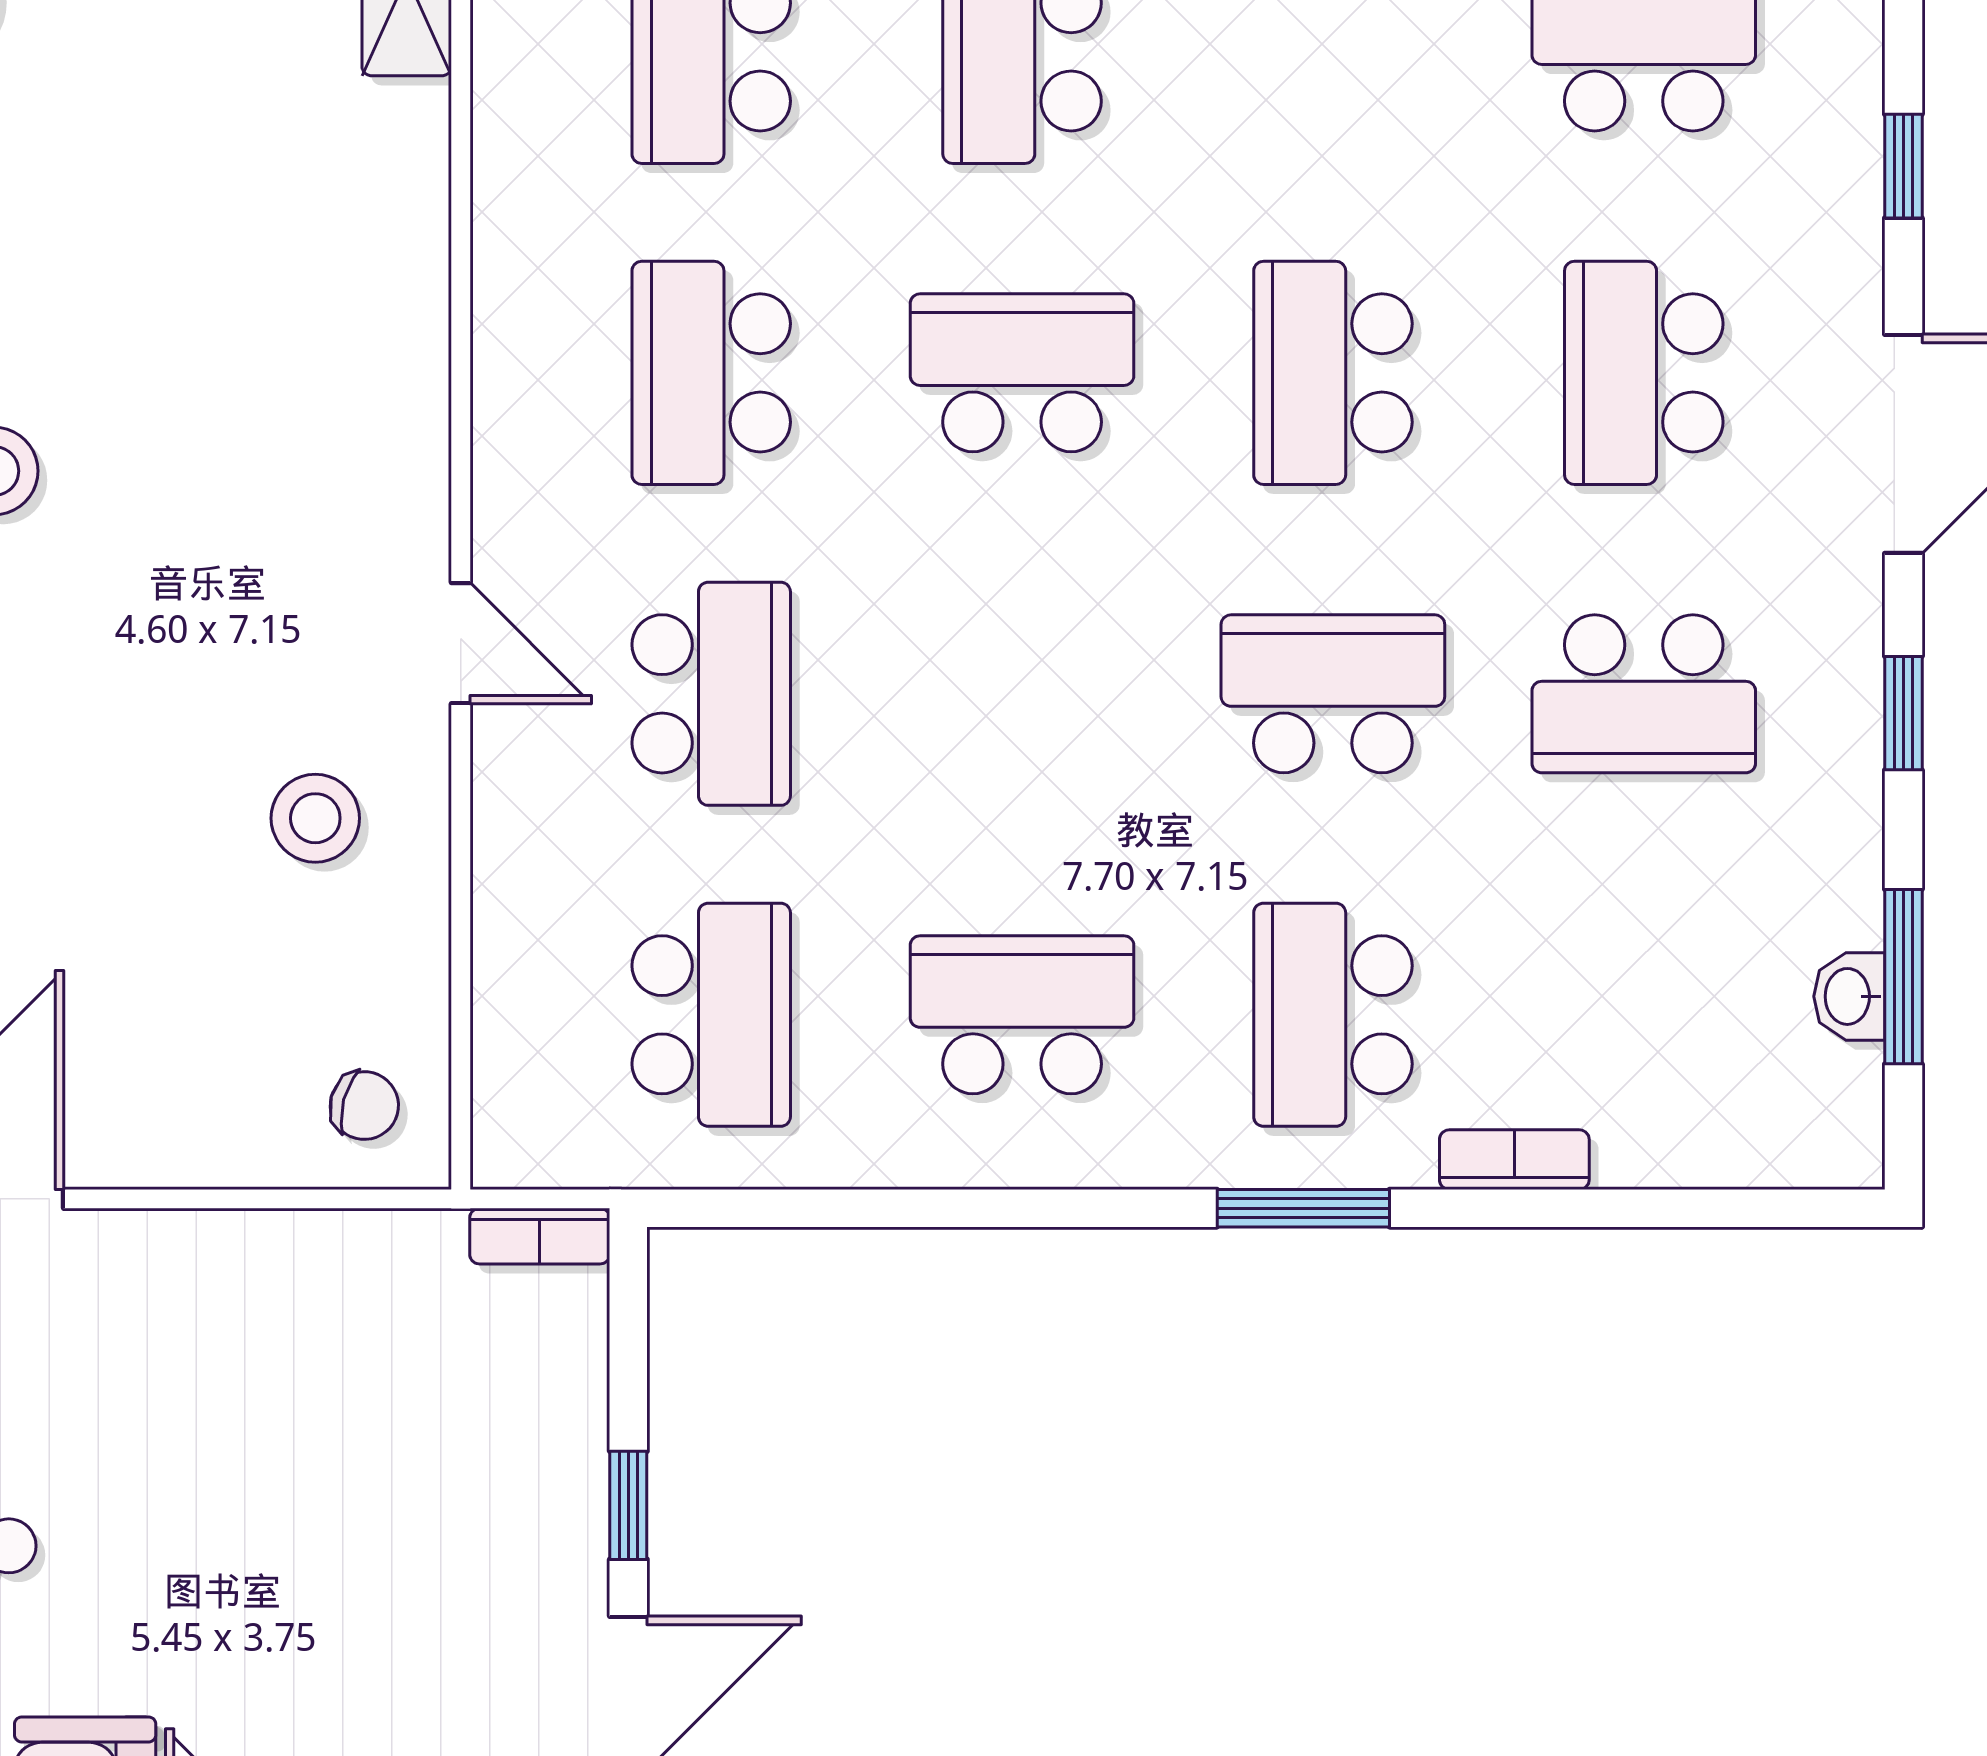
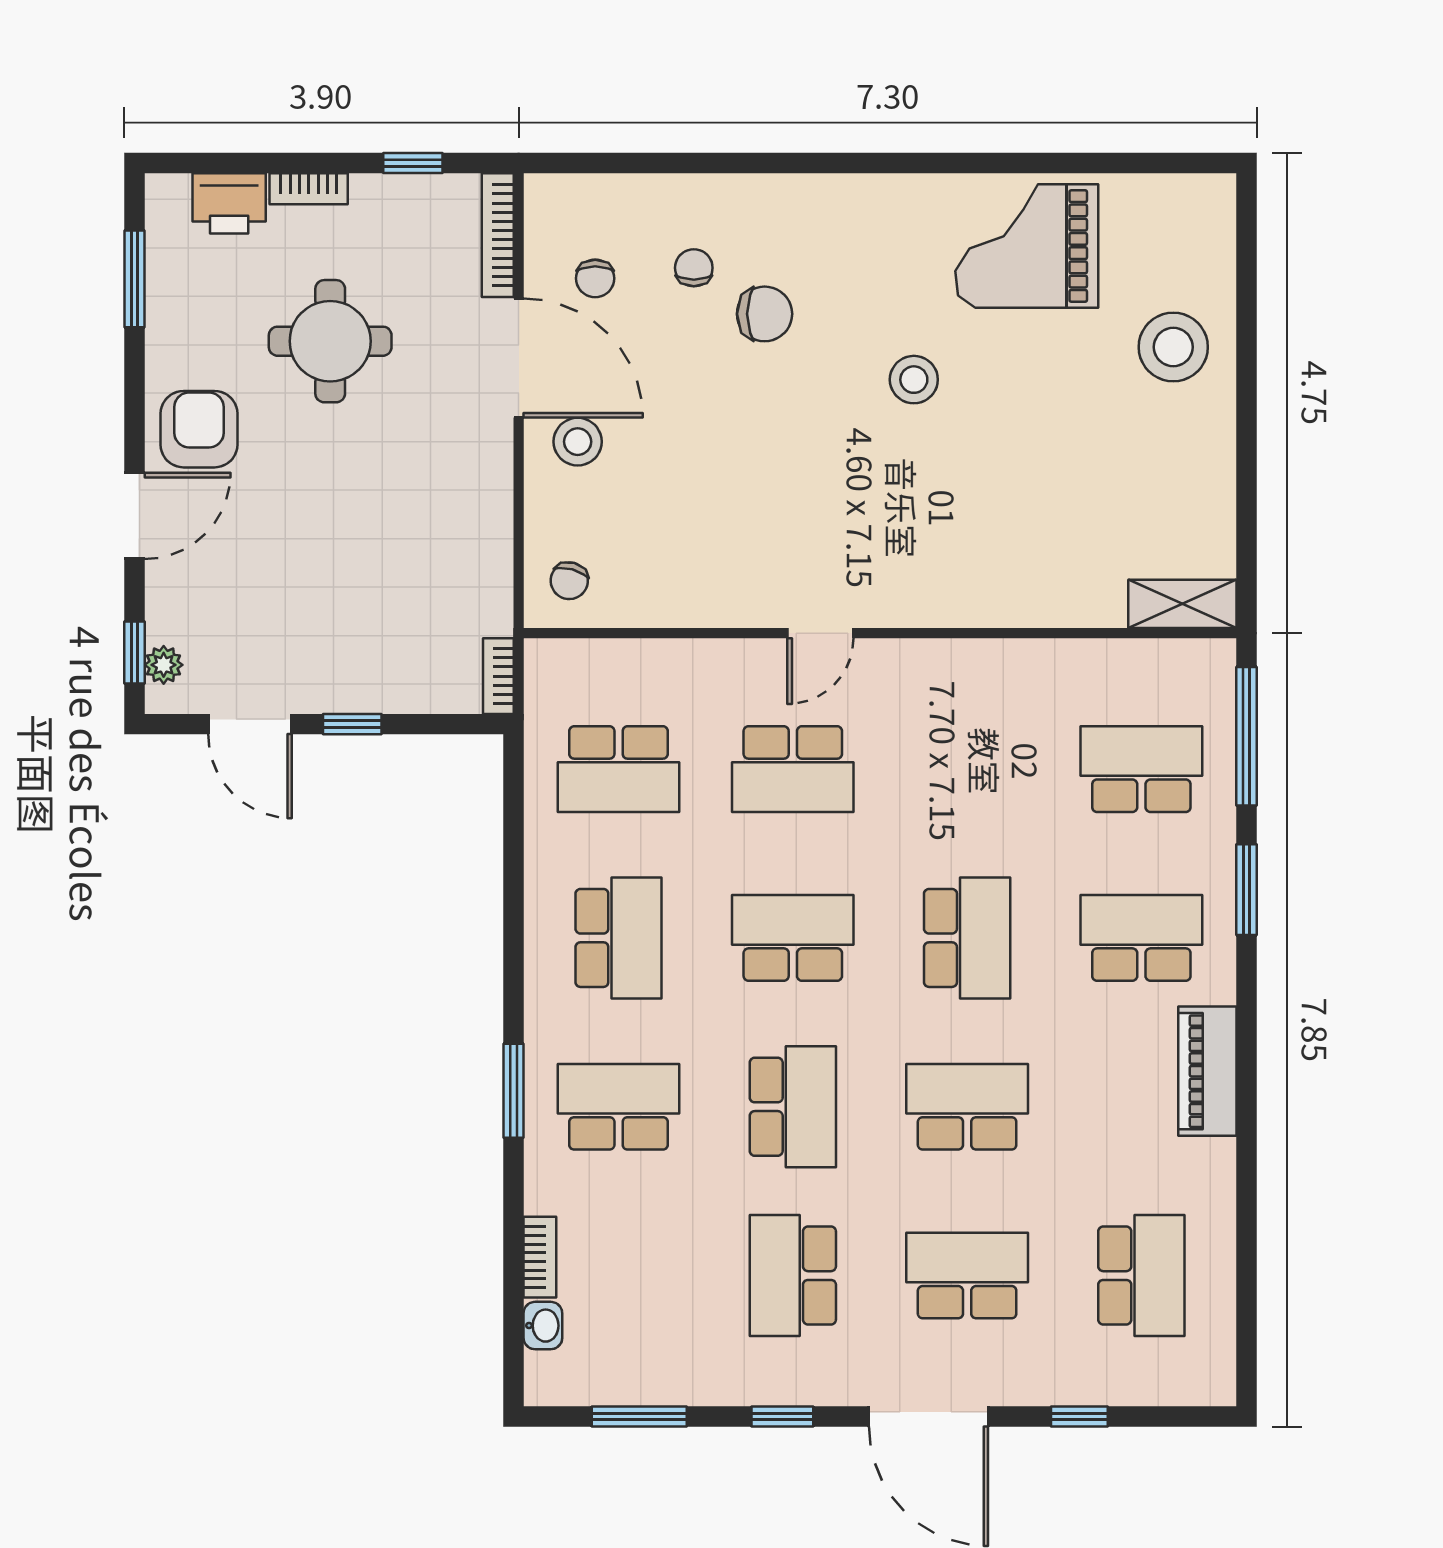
school desk: (711, 373) -> (793, 938), moved
stool: (315, 818) -> (578, 442), moved
washbasin: (1849, 996) -> (543, 1326), moved, turned 90
bookcase: (1514, 1160) -> (540, 1257), moved

